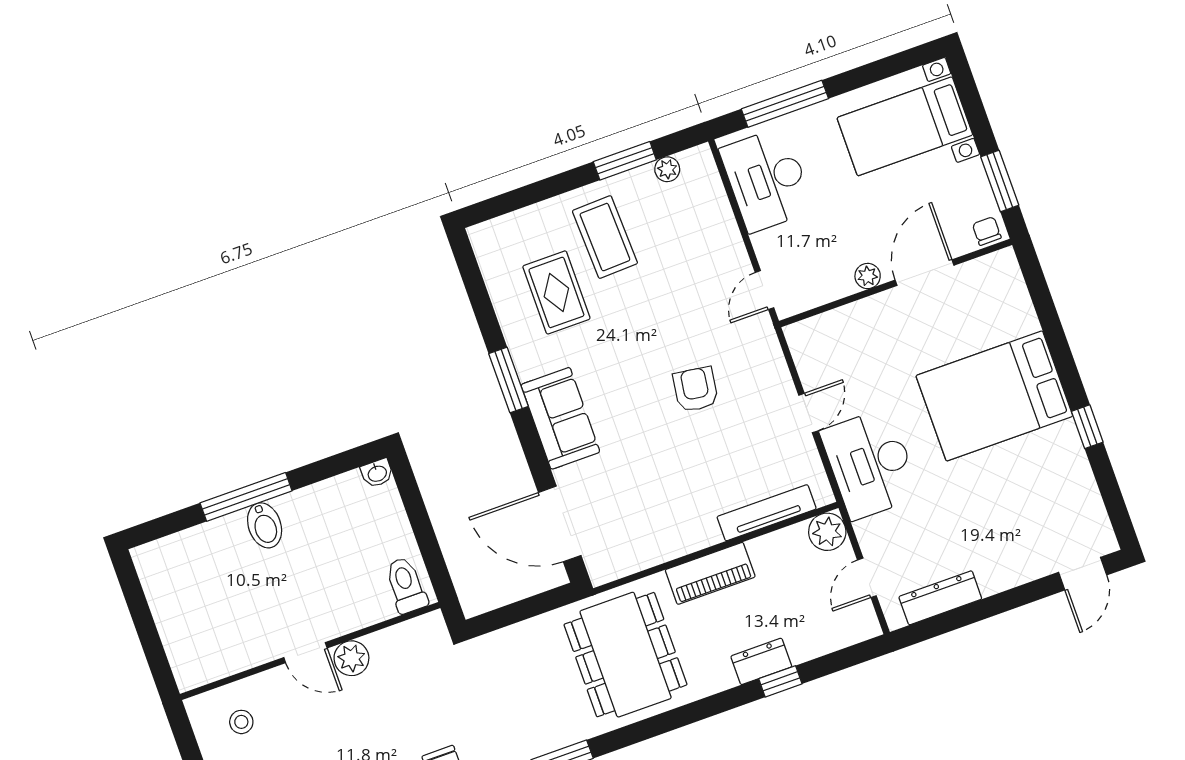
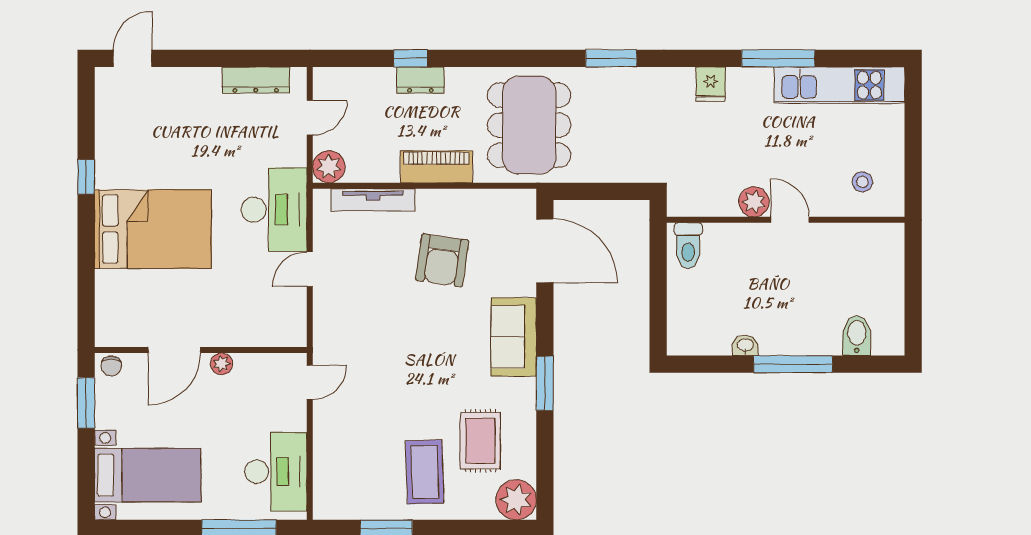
plant: (667, 169) -> (516, 500), moved, width x1.87, depth x1.87
armchair: (696, 389) -> (442, 260), moved, width x1.38, depth x1.38
washbasin: (377, 473) -> (745, 345), moved
bidet: (265, 525) -> (857, 336), moved

